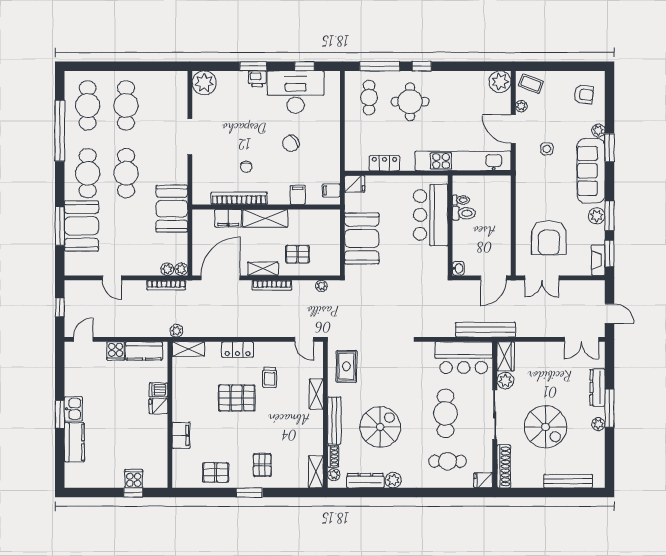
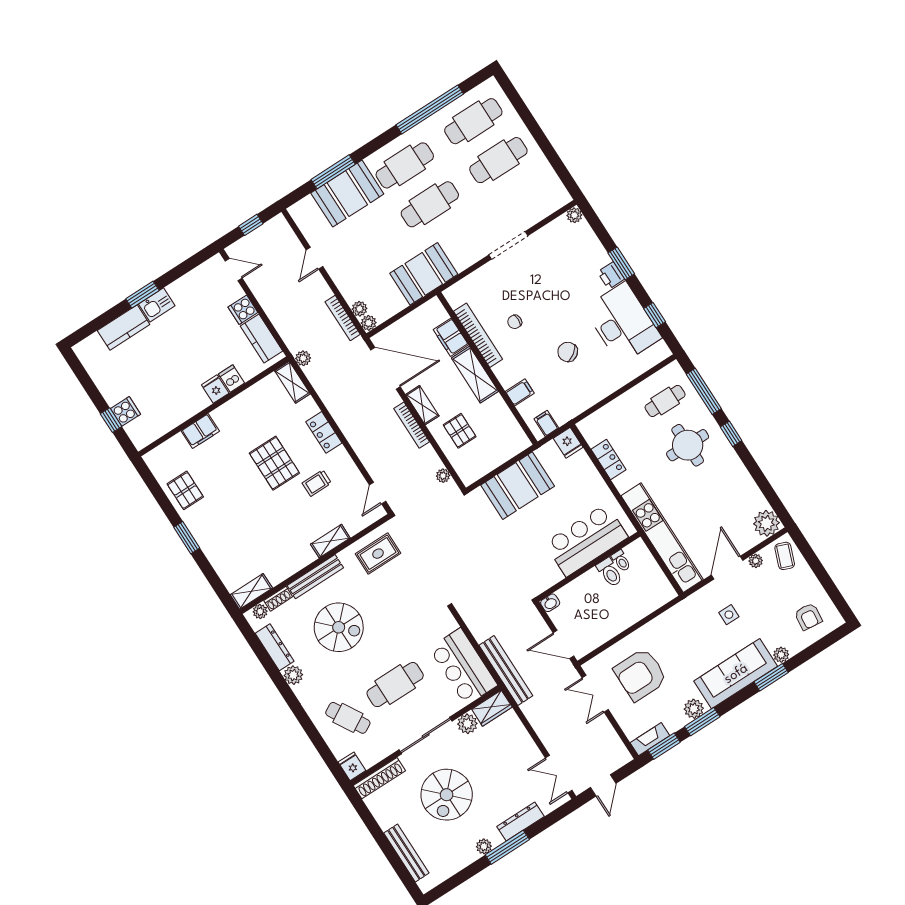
plant: (204, 83) -> (574, 215), width x0.53, depth x0.53
cafe table: (448, 461) -> (348, 718), turned -30
pallet: (262, 465) -> (223, 533), removed

